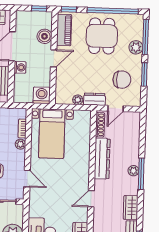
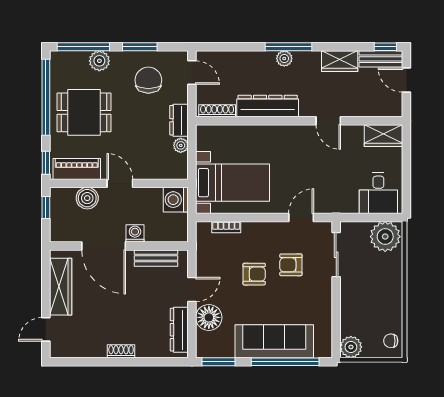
door: (116, 108) -> (192, 73), moved
plant: (20, 144) -> (250, 229), removed

